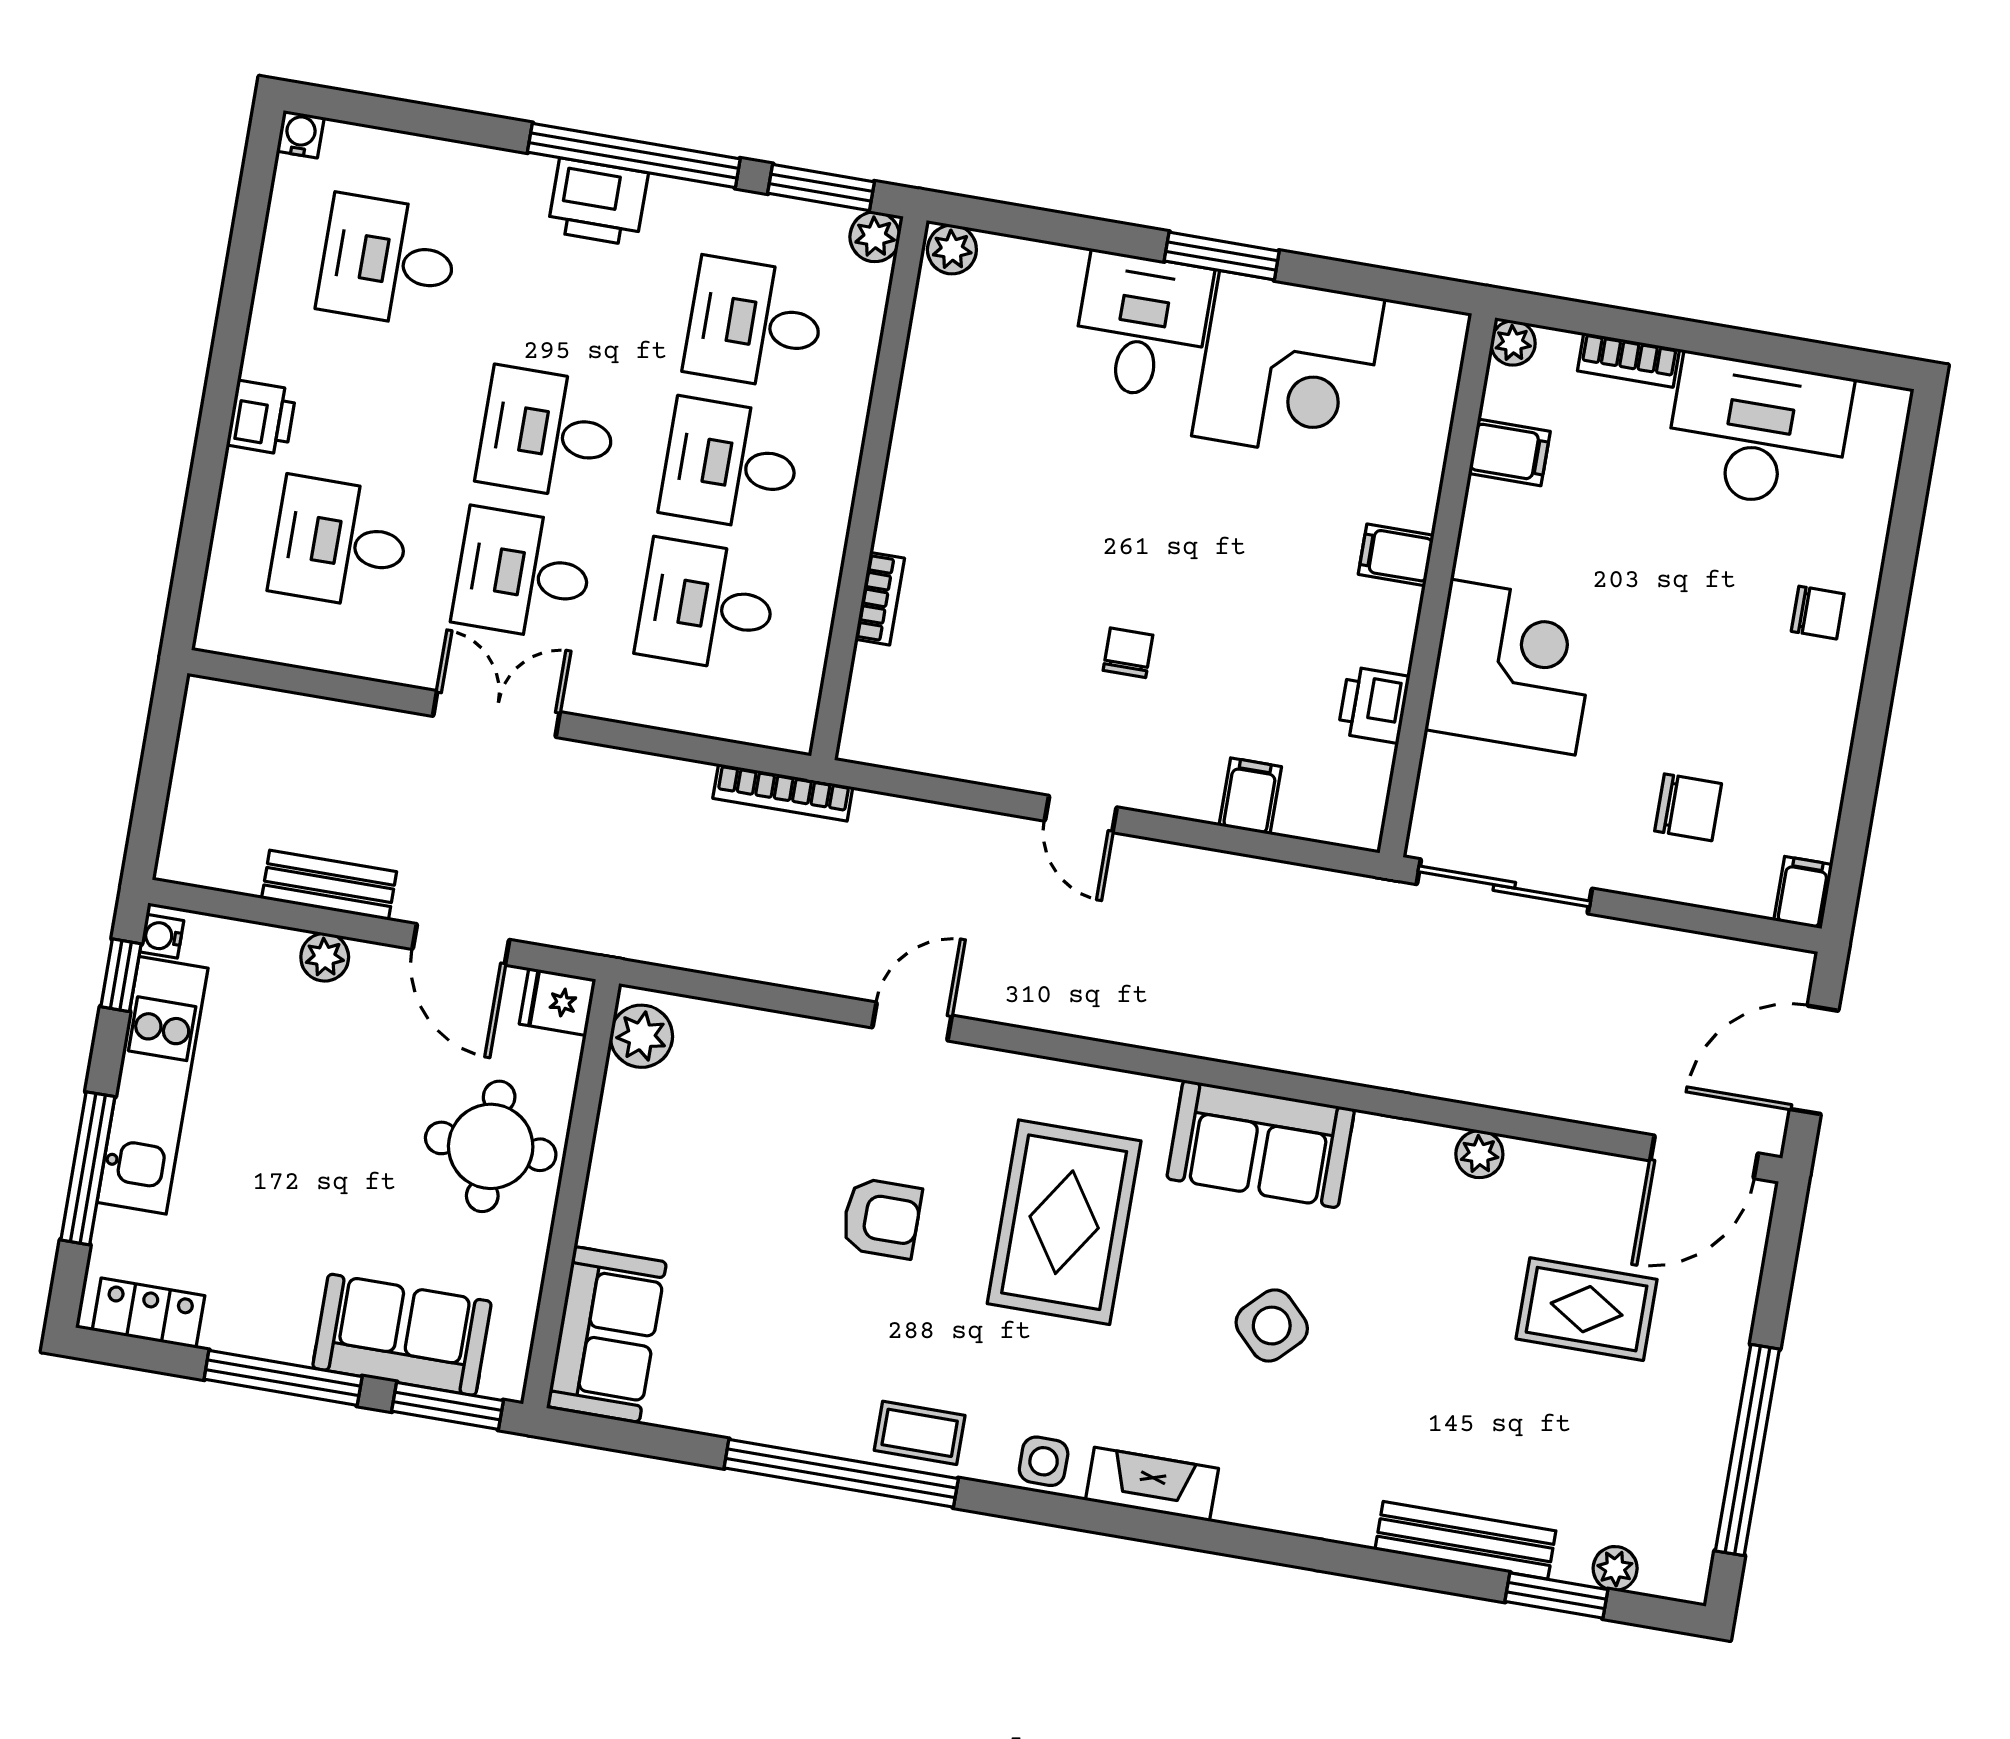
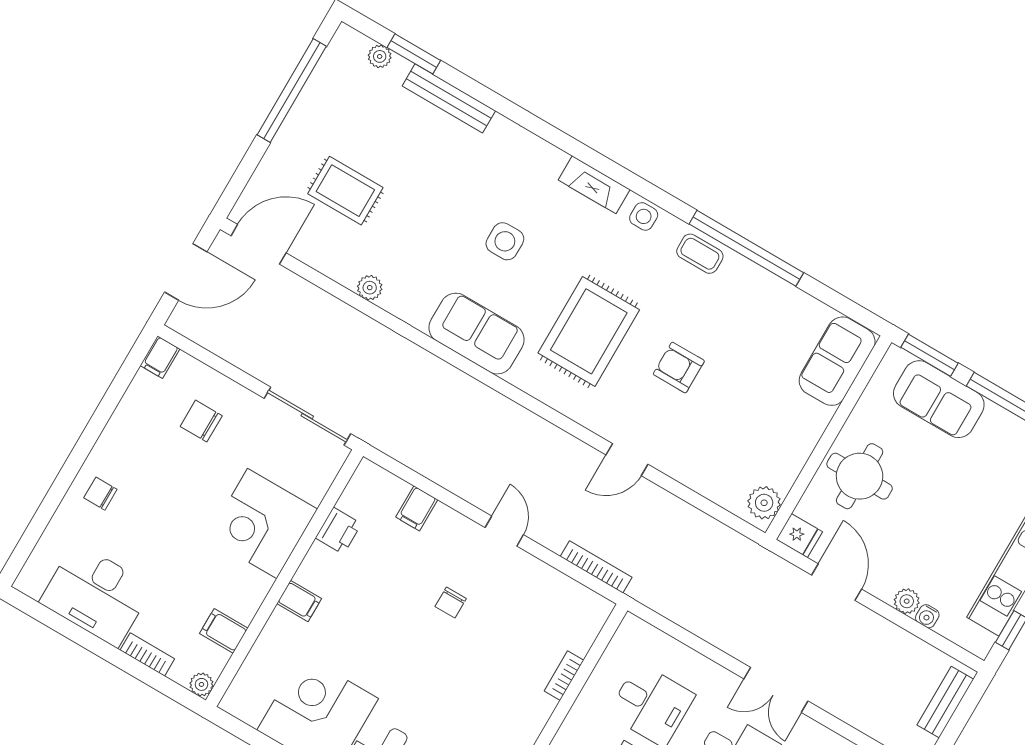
bookcase: (783, 793) -> (596, 567), moved
bench: (329, 885) -> (945, 702), moved, turned 90
water cooler: (162, 936) -> (927, 616), moved, turned 90
side table: (1272, 1326) -> (505, 241), turned 45

